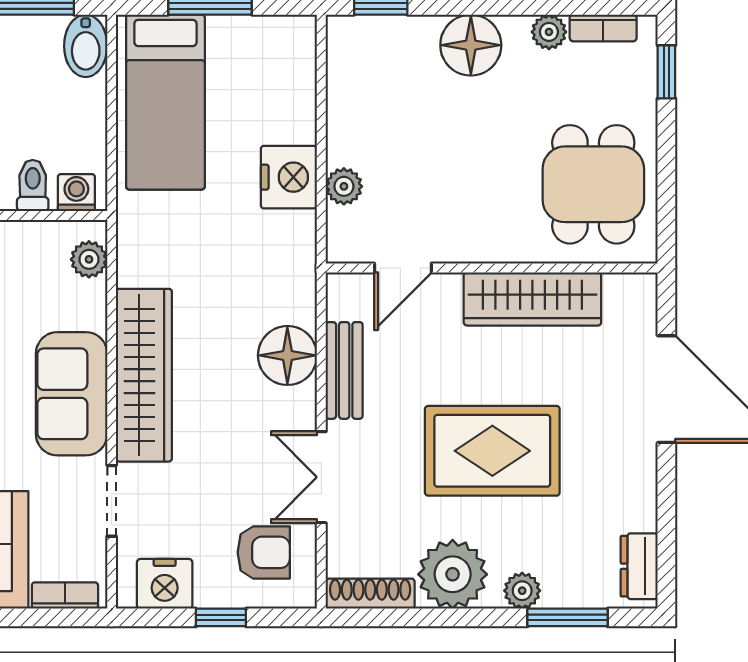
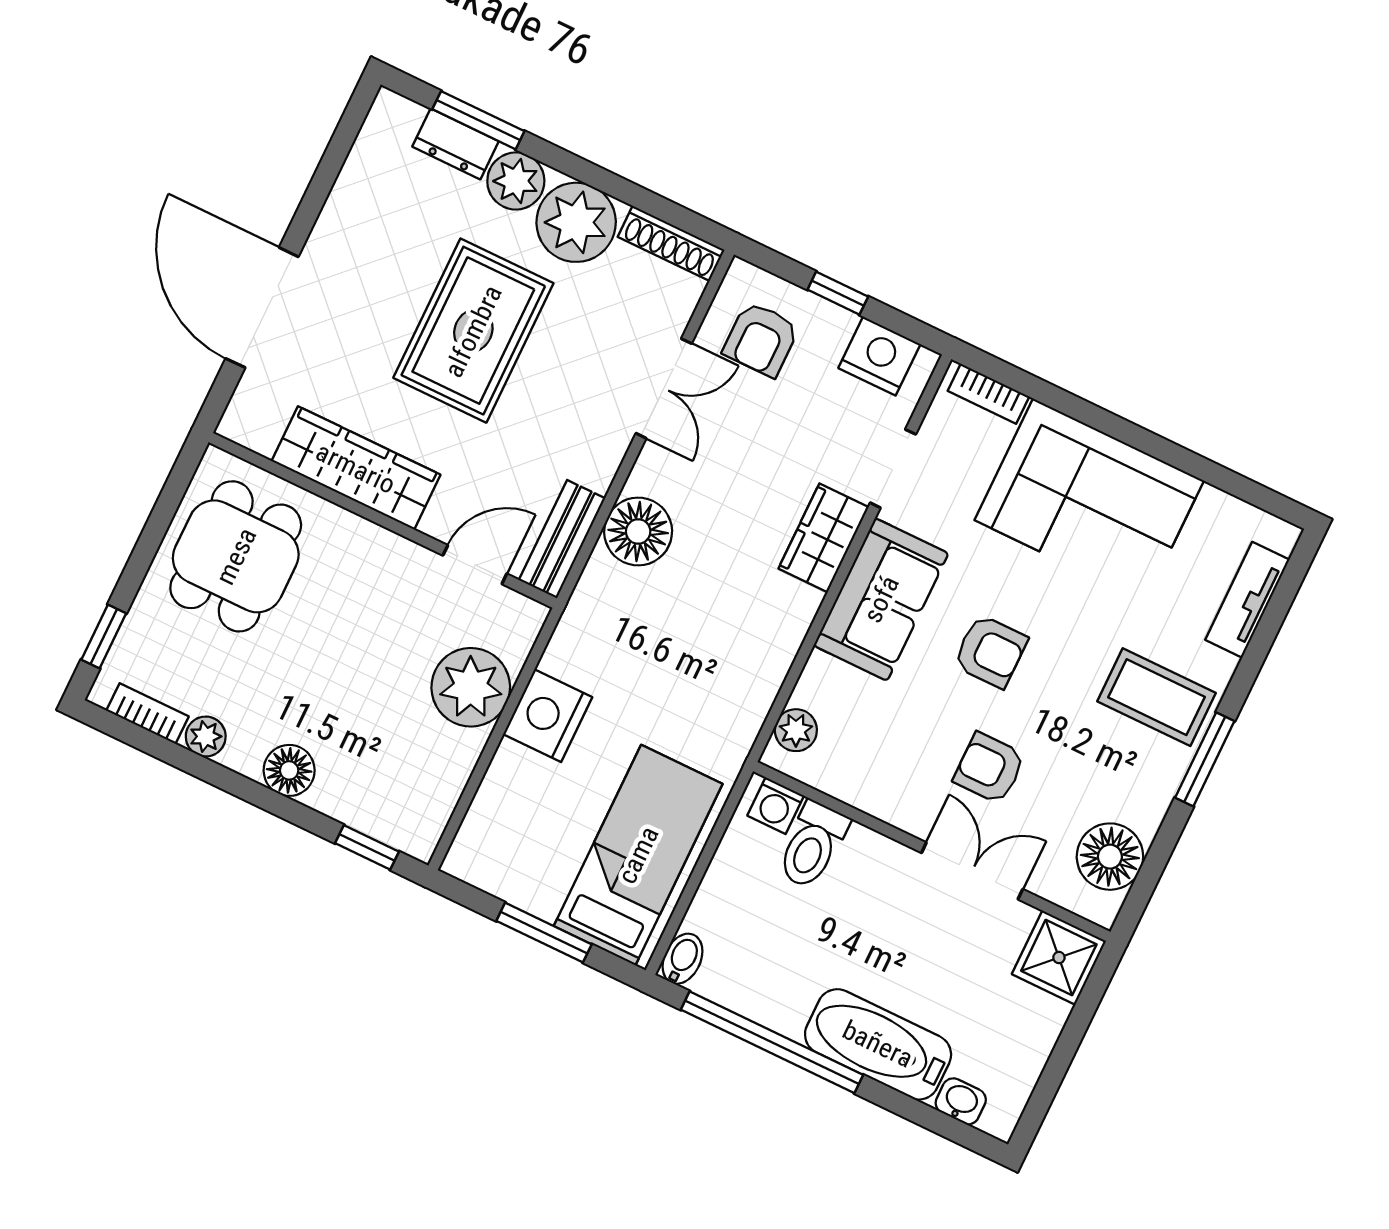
floor lamp: (471, 45) -> (289, 770), width x0.73, depth x0.73
bidet: (86, 46) -> (683, 959), width x0.72, depth x0.74
toilet: (33, 186) -> (812, 845), width x1.37, depth x1.39
plant: (344, 186) -> (471, 687), width x1.88, depth x1.88
bench: (344, 370) -> (562, 539), moved
wardrobe: (144, 375) -> (824, 538), width x0.48, depth x0.85
rug: (492, 451) -> (473, 331), turned 90
armchair: (264, 552) -> (761, 339), turned -90
dresser: (639, 566) -> (456, 144), moved, turned 90
plant: (522, 591) -> (516, 181), width x1.38, depth x1.38

